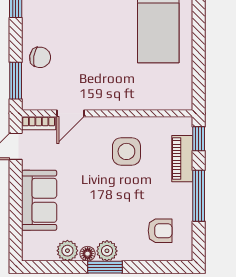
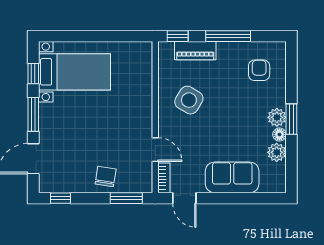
side table: (126, 151) -> (189, 100), turned 31

